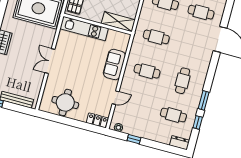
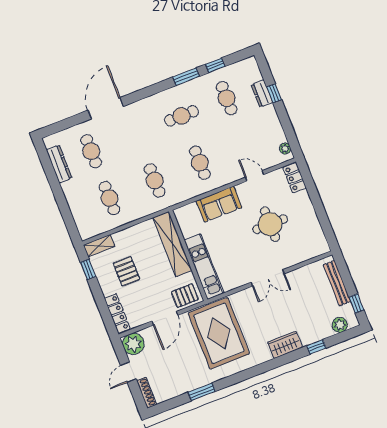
shelving: (118, 22) -> (172, 244), width x1.47
round table: (65, 102) -> (270, 224), moved
window: (134, 139) -> (274, 93), moved
dresser: (180, 143) -> (262, 94), moved

